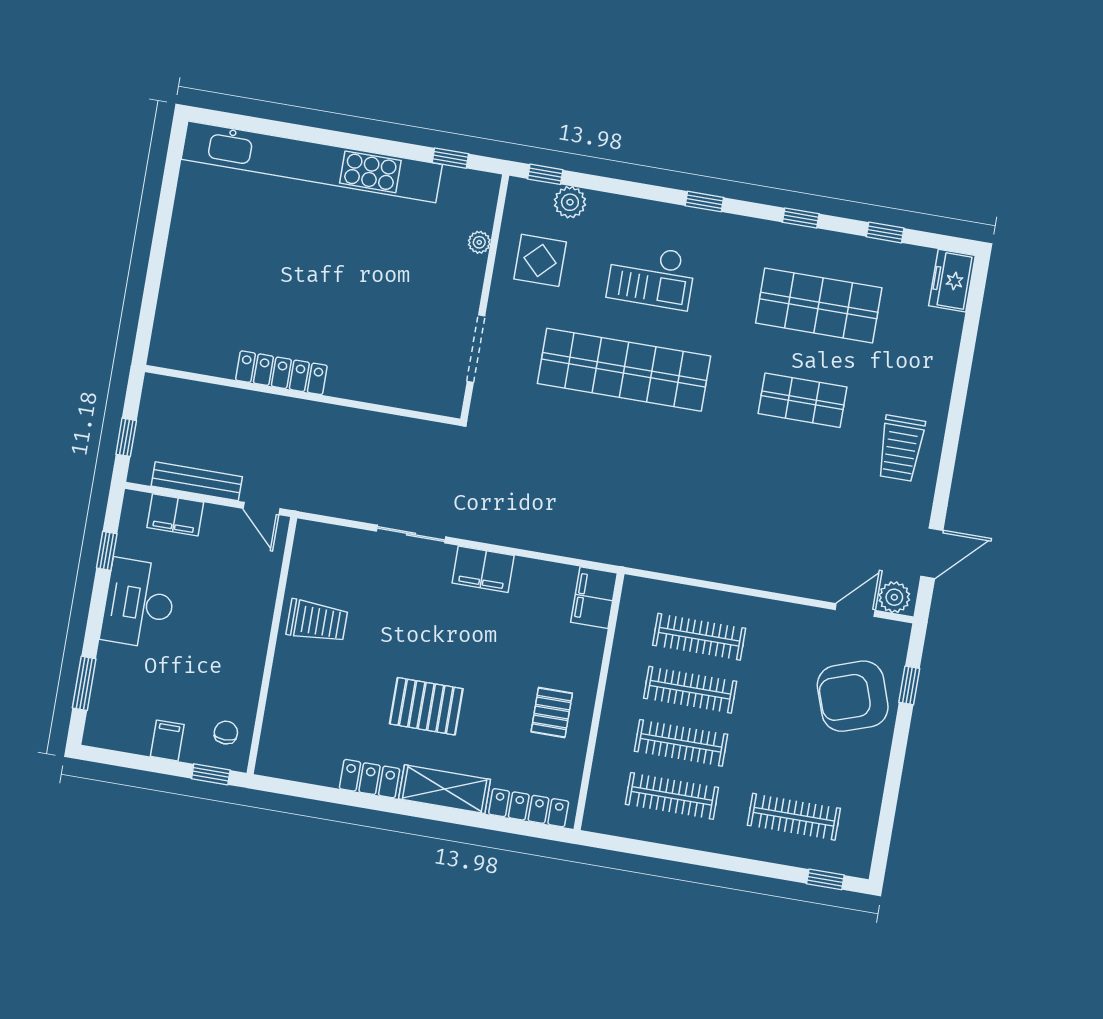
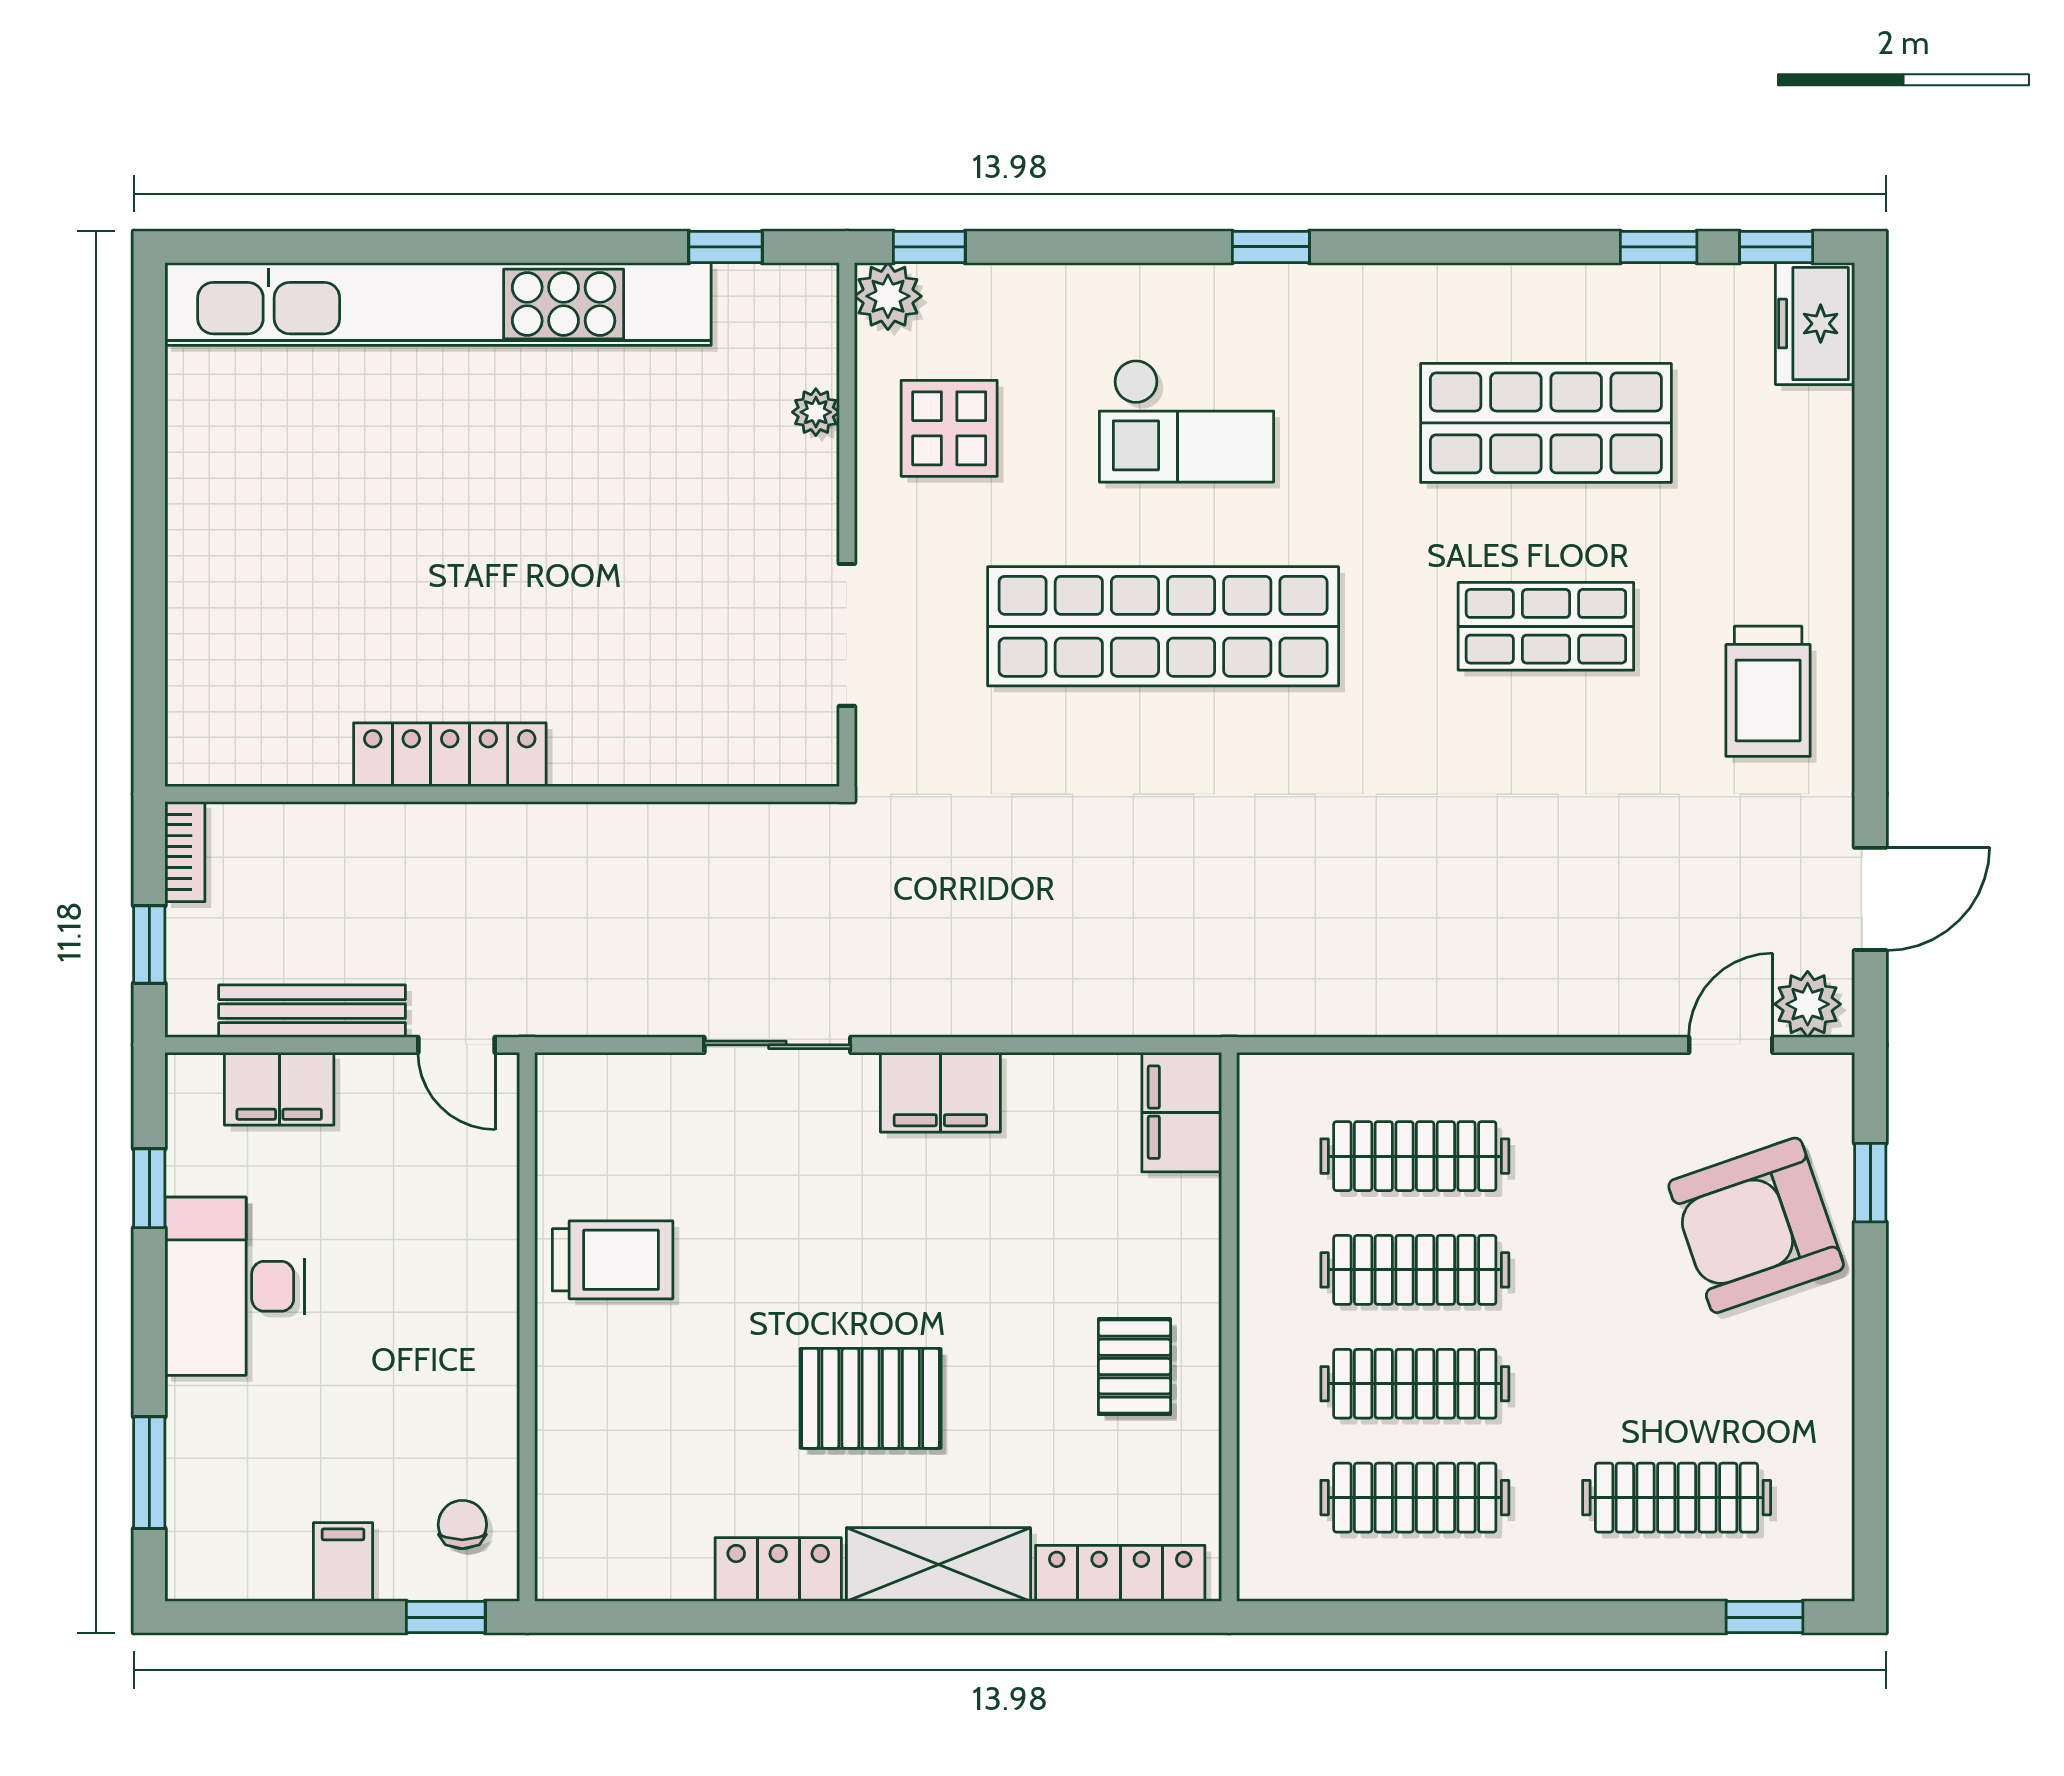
plant: (570, 202) -> (888, 296), moved
window: (801, 218) -> (1776, 247), moved
bookcase: (150, 397) -> (185, 852), added

